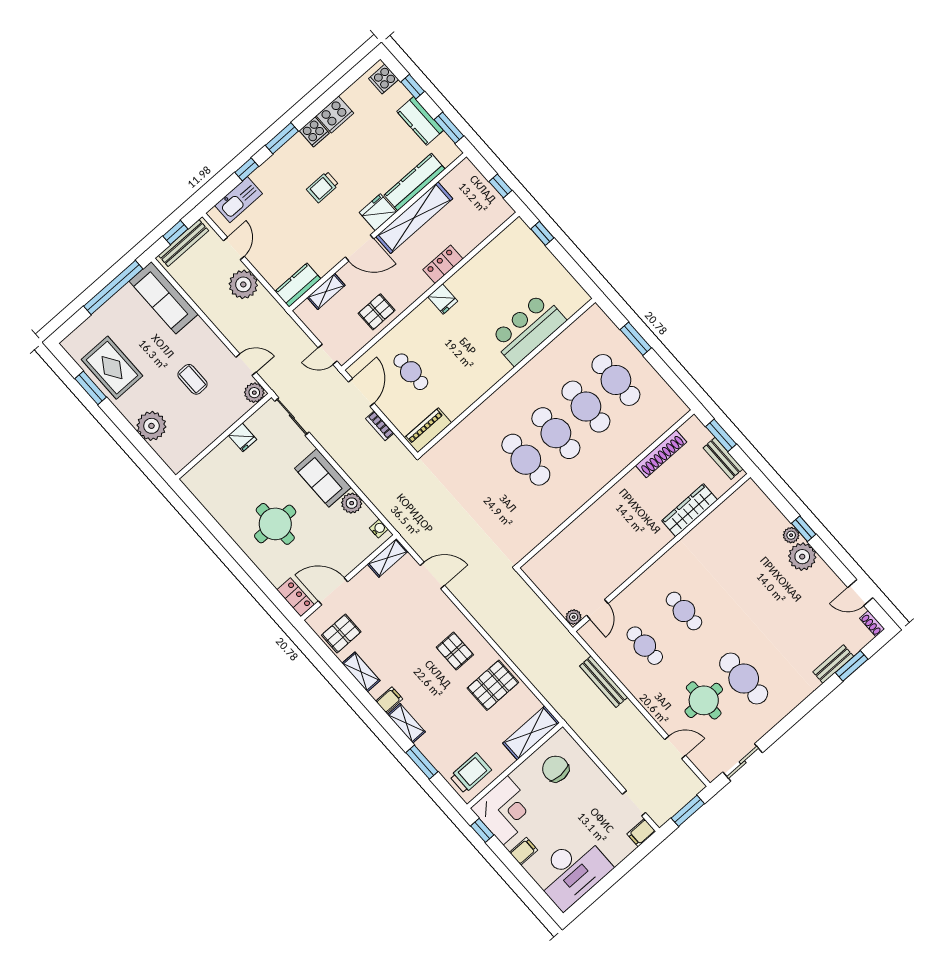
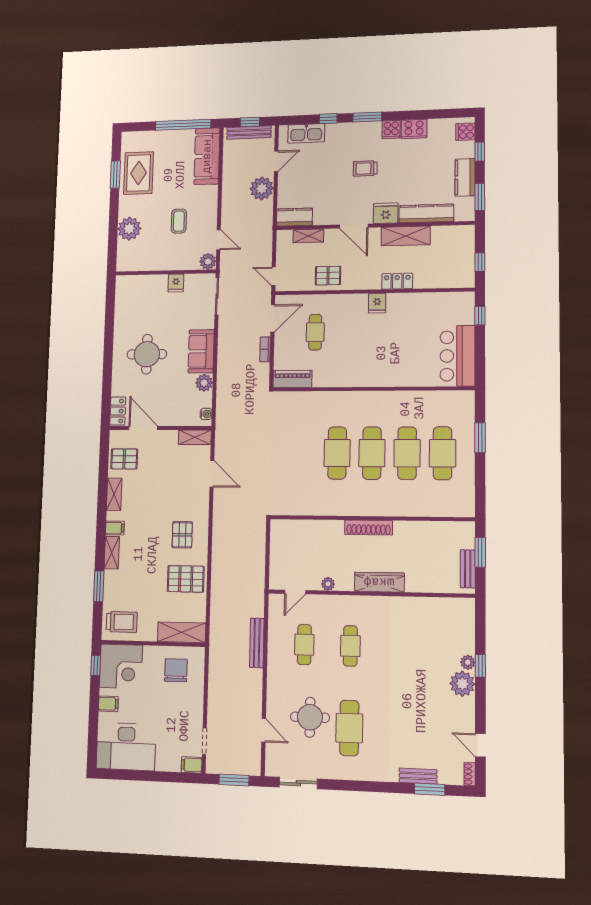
shelving: (414, 218) -> (406, 236), width x0.68
bar counter: (528, 329) -> (458, 356), moved, turned -90
shoe rack: (661, 454) -> (369, 528), moved
wardrobe: (690, 510) -> (379, 582), moved
plant: (574, 617) -> (328, 584), moved

